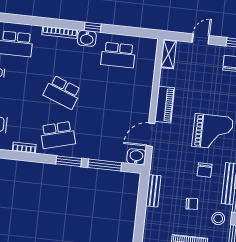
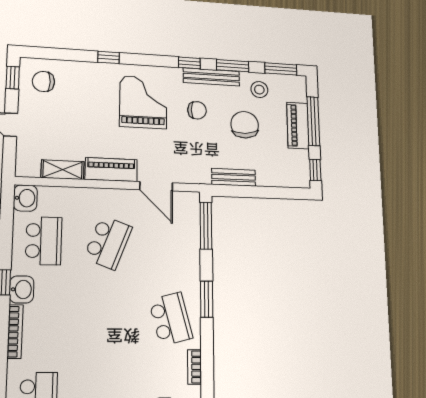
shelving: (169, 54) -> (63, 170), moved
school desk: (62, 92) -> (108, 242), moved
washbasin: (136, 157) -> (25, 198), moved, turned 180
window: (105, 165) -> (206, 226), moved
chair: (192, 204) -> (245, 125), width x1.87, depth x1.87

